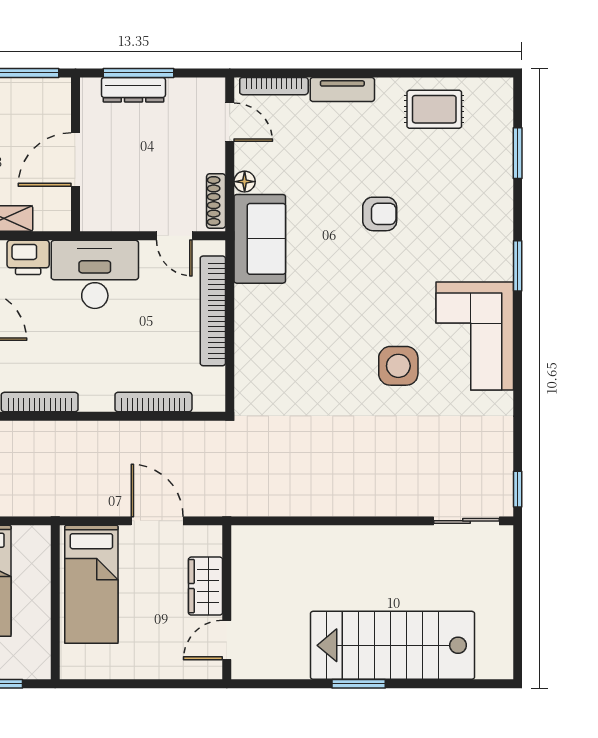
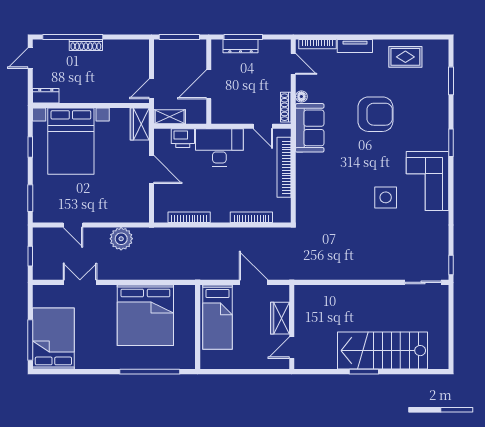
armchair: (380, 214) -> (375, 114), width x1.88, depth x1.88

